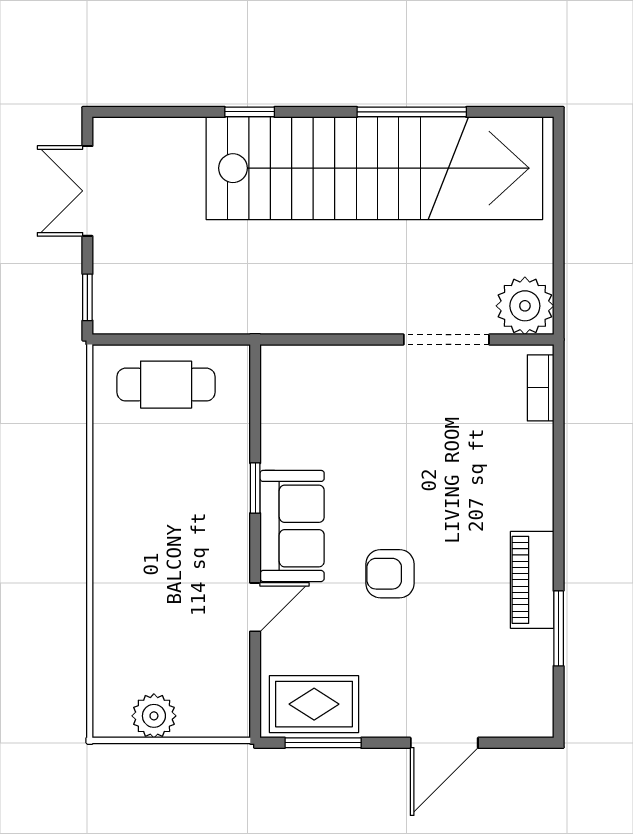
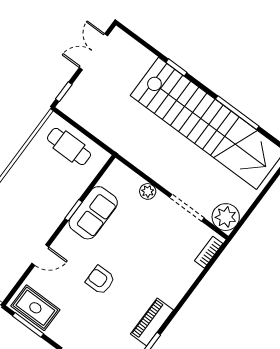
plant: (358, 361) -> (148, 191), added
sofa: (292, 526) -> (93, 213), moved

